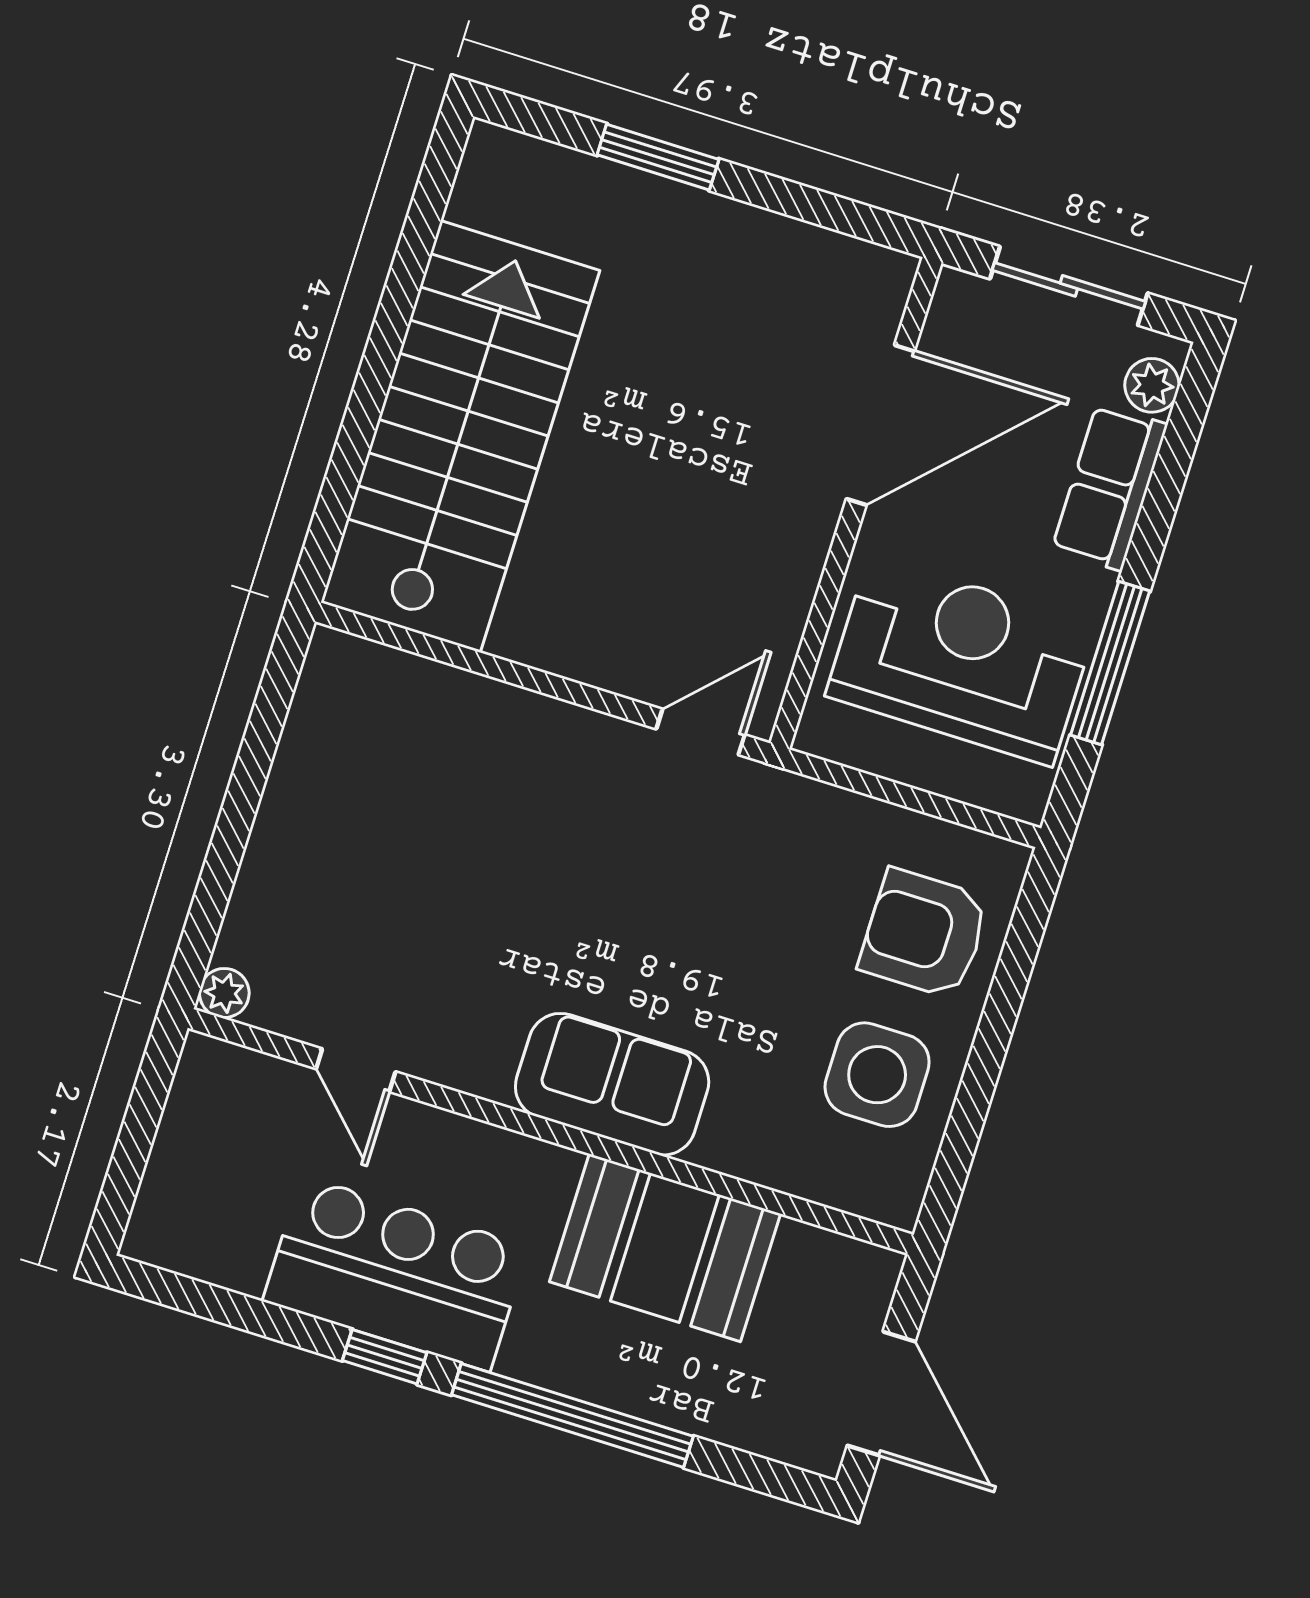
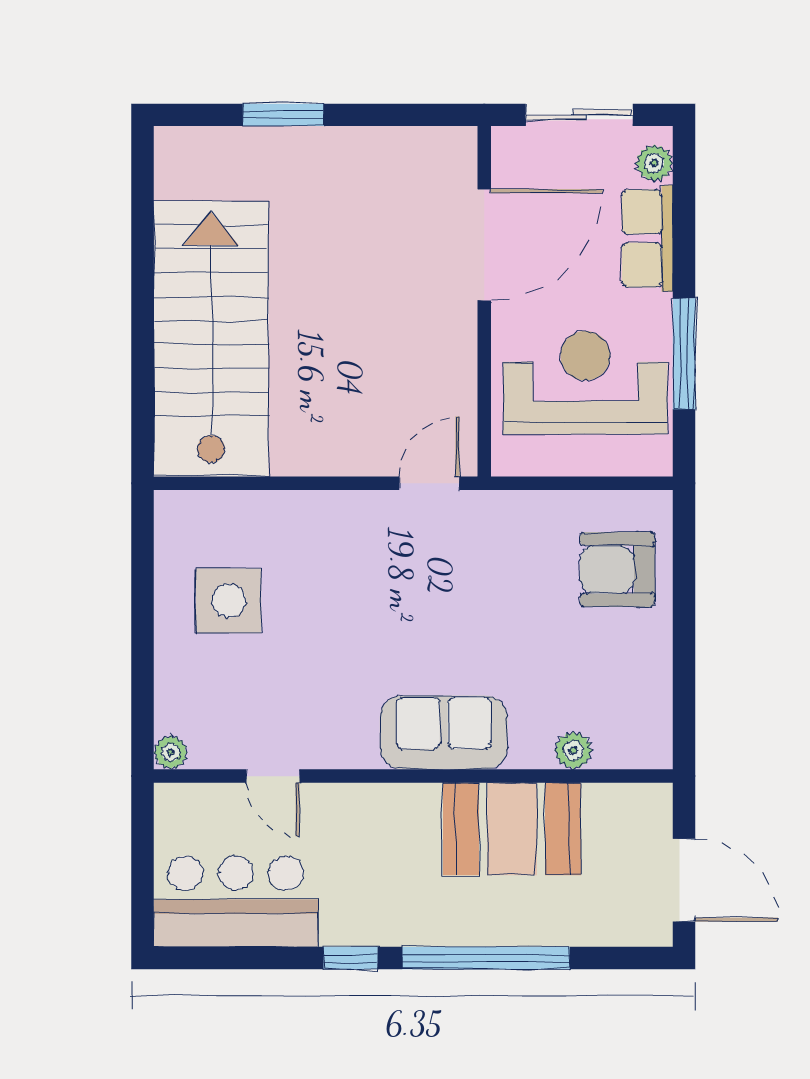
side table: (877, 1075) -> (229, 601), moved
plant: (784, 1165) -> (573, 750), added
bar counter: (396, 1274) -> (236, 901), moved

